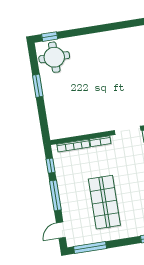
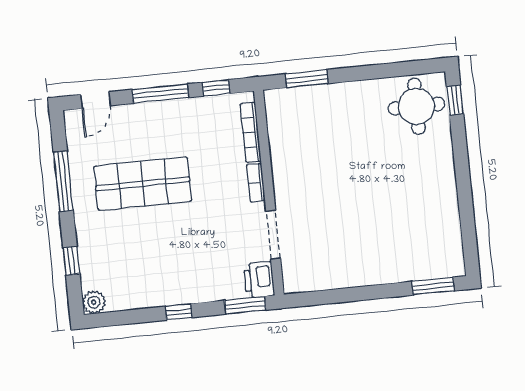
window: (38, 86) -> (307, 79), moved
door: (61, 230) -> (95, 100), swing flipped
window: (90, 247) -> (63, 181), moved

